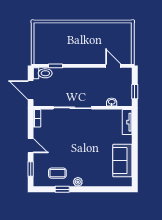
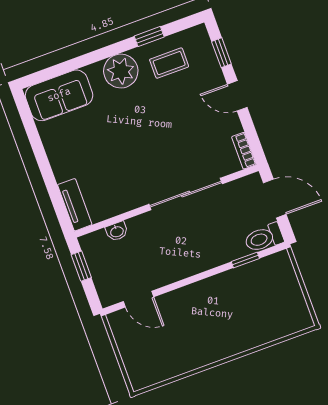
sofa: (122, 161) -> (59, 95), moved, turned 90
plant: (78, 182) -> (121, 71), width x1.88, depth x1.88

